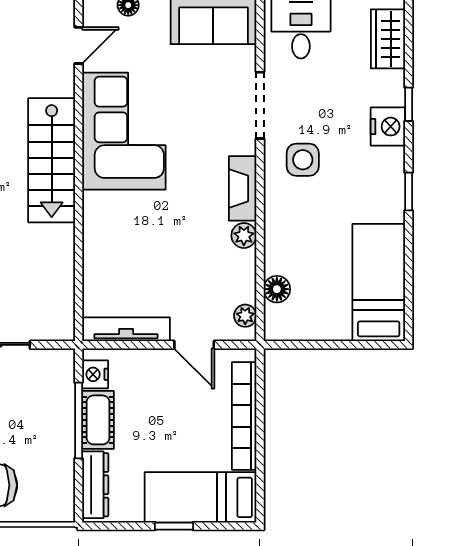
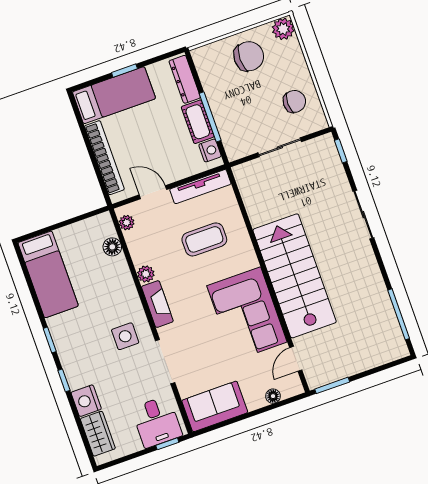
window: (409, 104) -> (64, 380), moved
nightstand: (388, 127) -> (86, 401), moved
stairs: (52, 160) -> (295, 276), width x1.36, depth x1.51
coffee table: (146, 255) -> (204, 239), added

